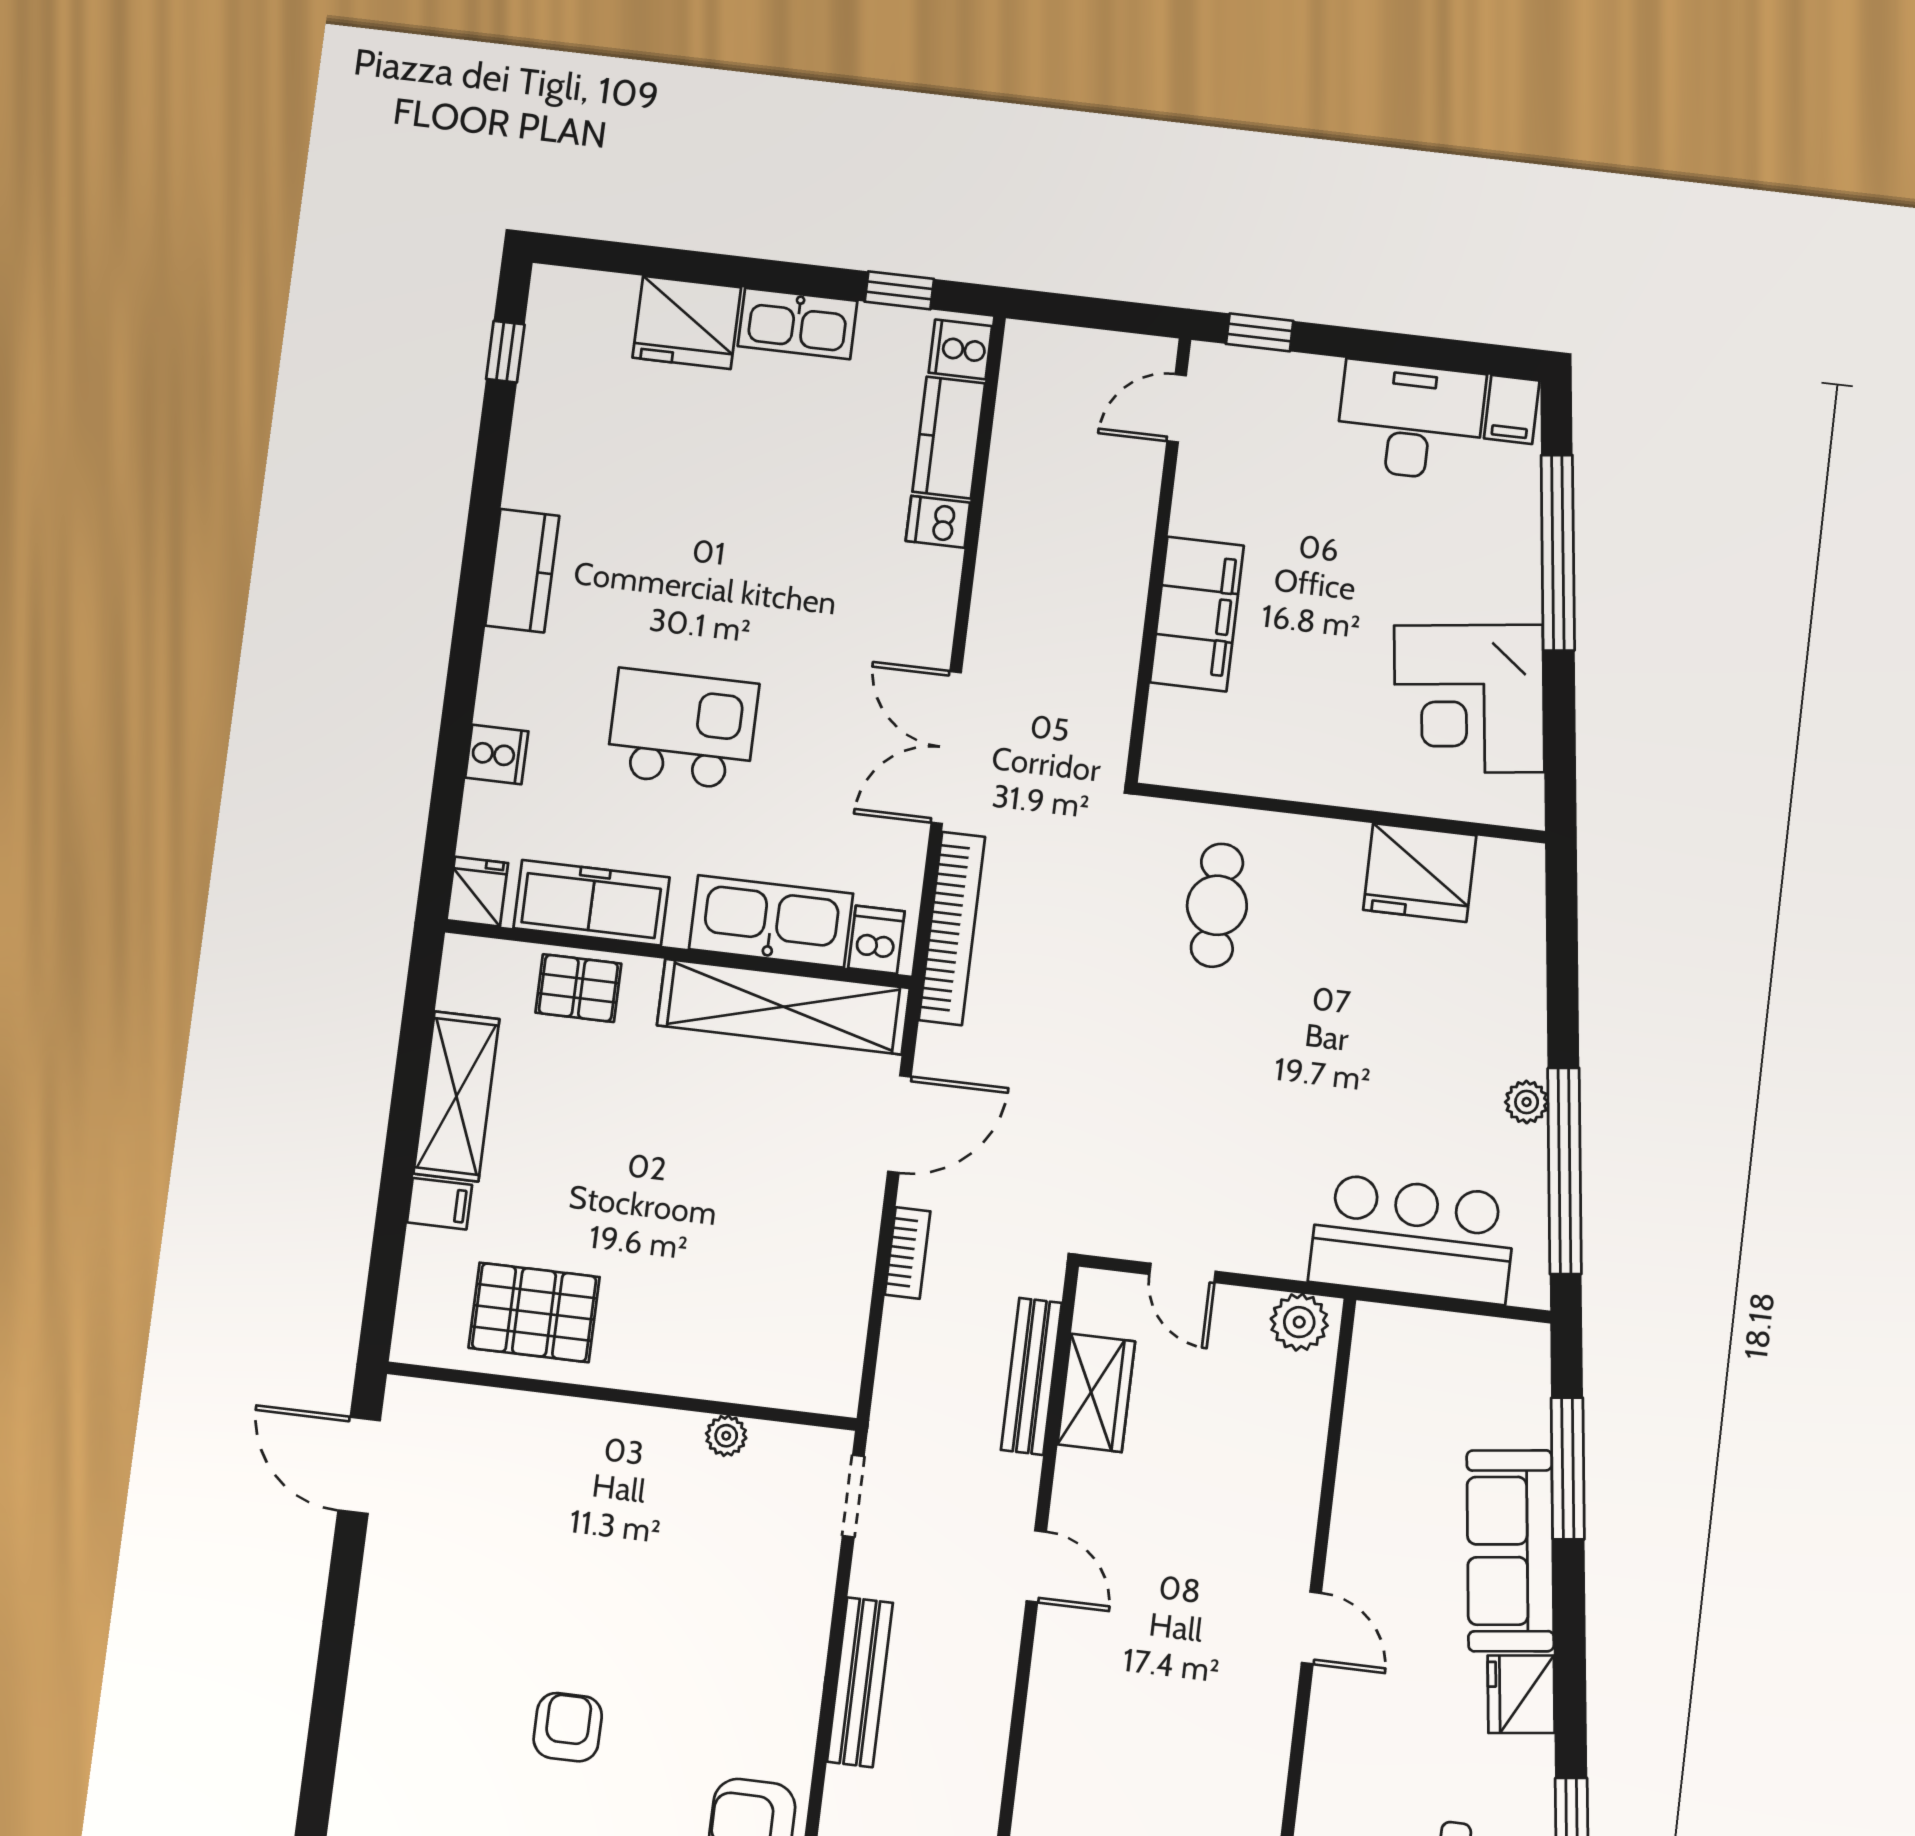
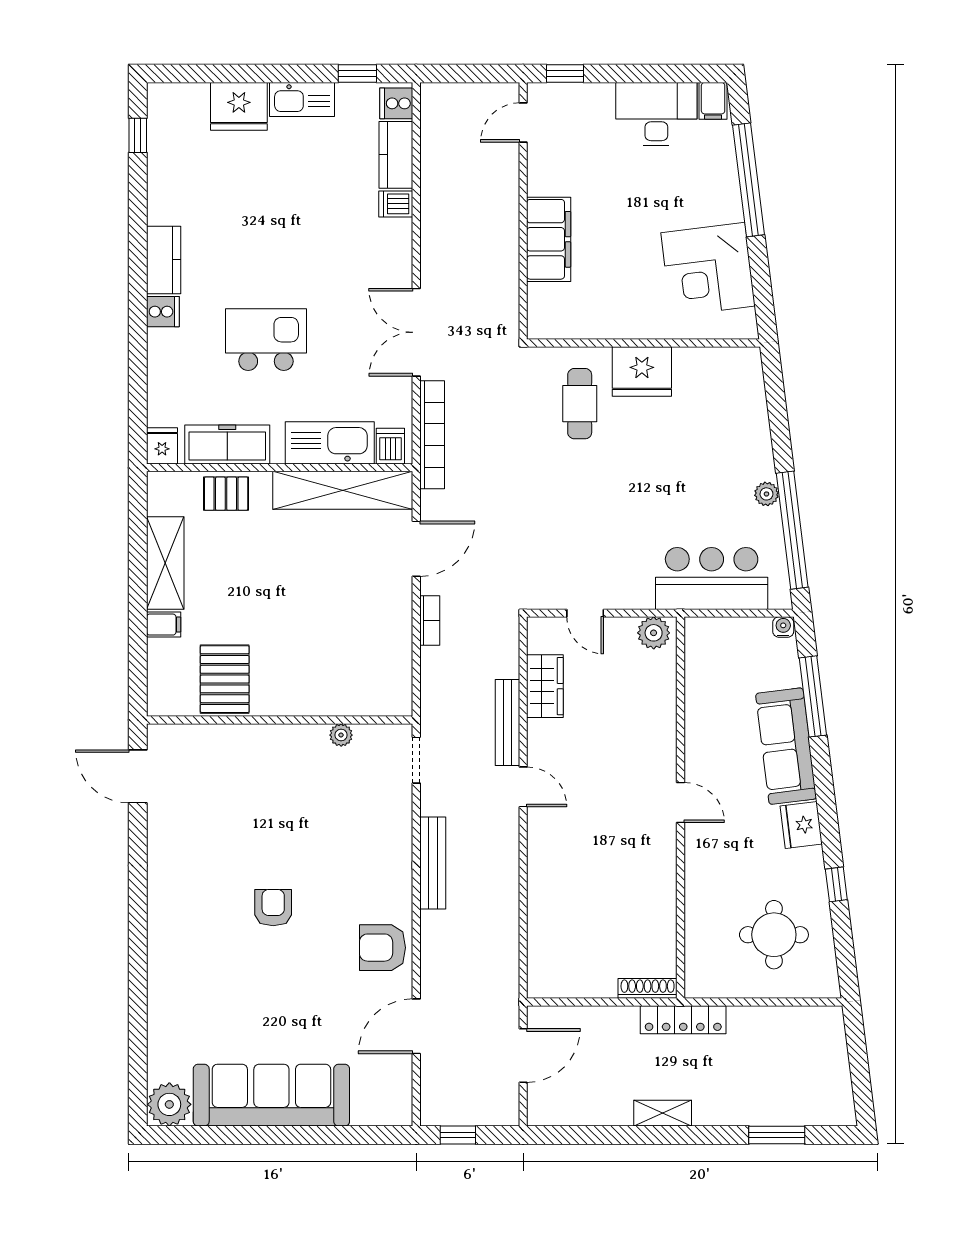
cooker: (497, 754) -> (163, 312), moved
fridge: (1420, 873) -> (642, 371), moved
pallet: (534, 1312) -> (225, 679), turned 90
water cooler: (1529, 1339) -> (783, 627), added
bench: (1031, 1376) -> (508, 722), moved

